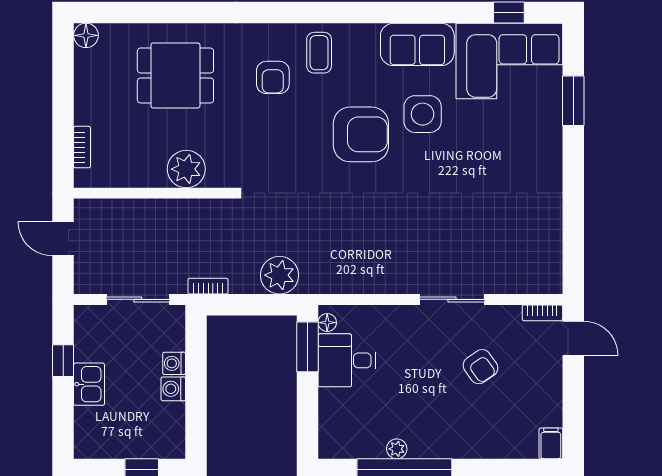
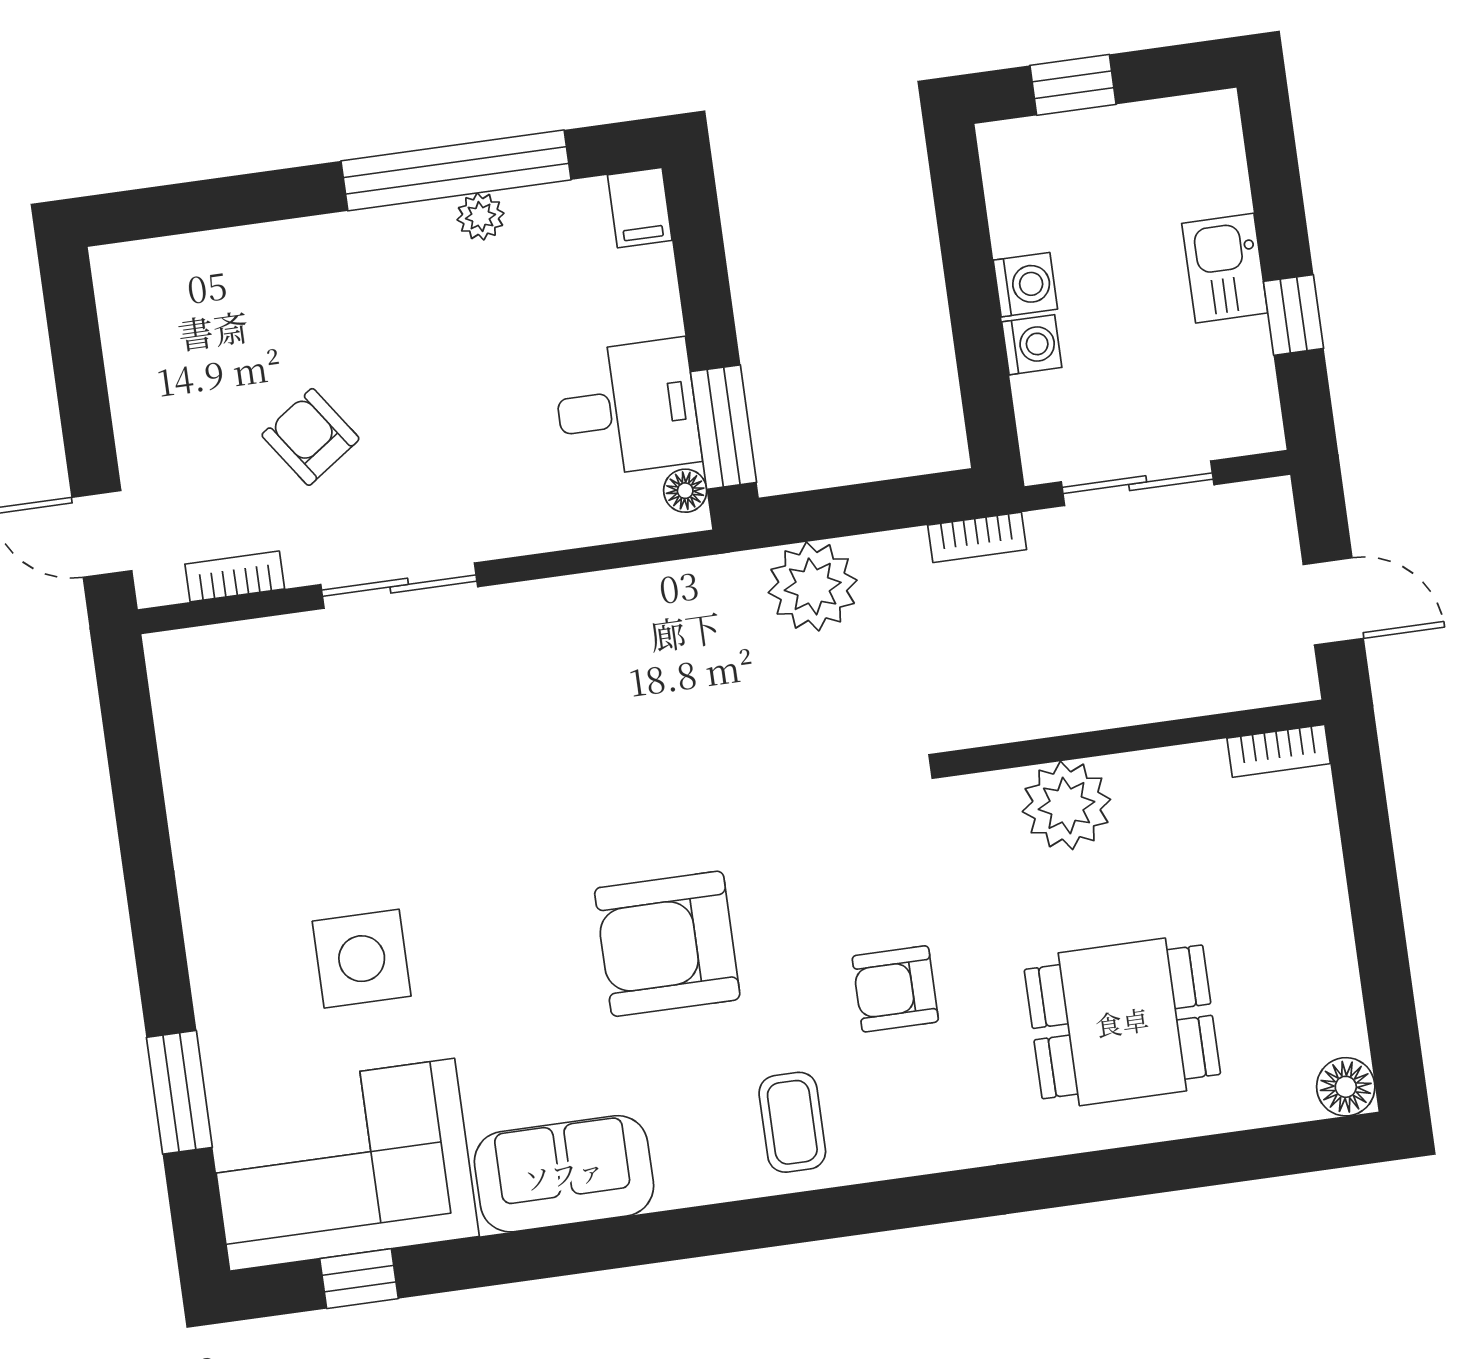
armchair: (273, 77) -> (895, 989), moved, turned -90
side table: (423, 114) -> (362, 959), moved
bookcase: (82, 147) -> (1279, 751), moved, turned -90
bookcase: (542, 313) -> (235, 576), moved
filing cabinet: (551, 443) -> (640, 208), moved

